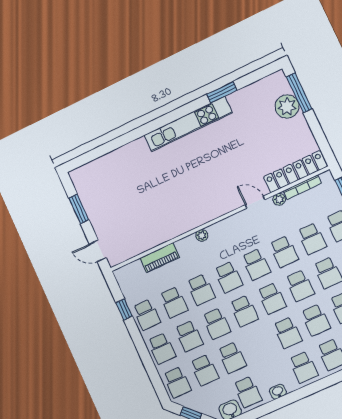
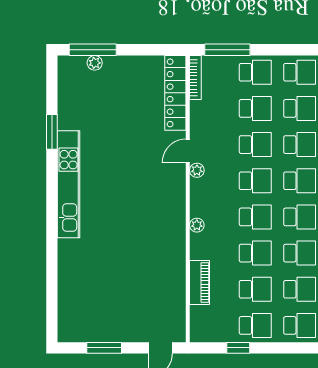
plant: (287, 107) -> (95, 63), width x0.53, depth x0.53
bookcase: (302, 187) -> (195, 78), moved
plant: (279, 199) -> (197, 170), moved

